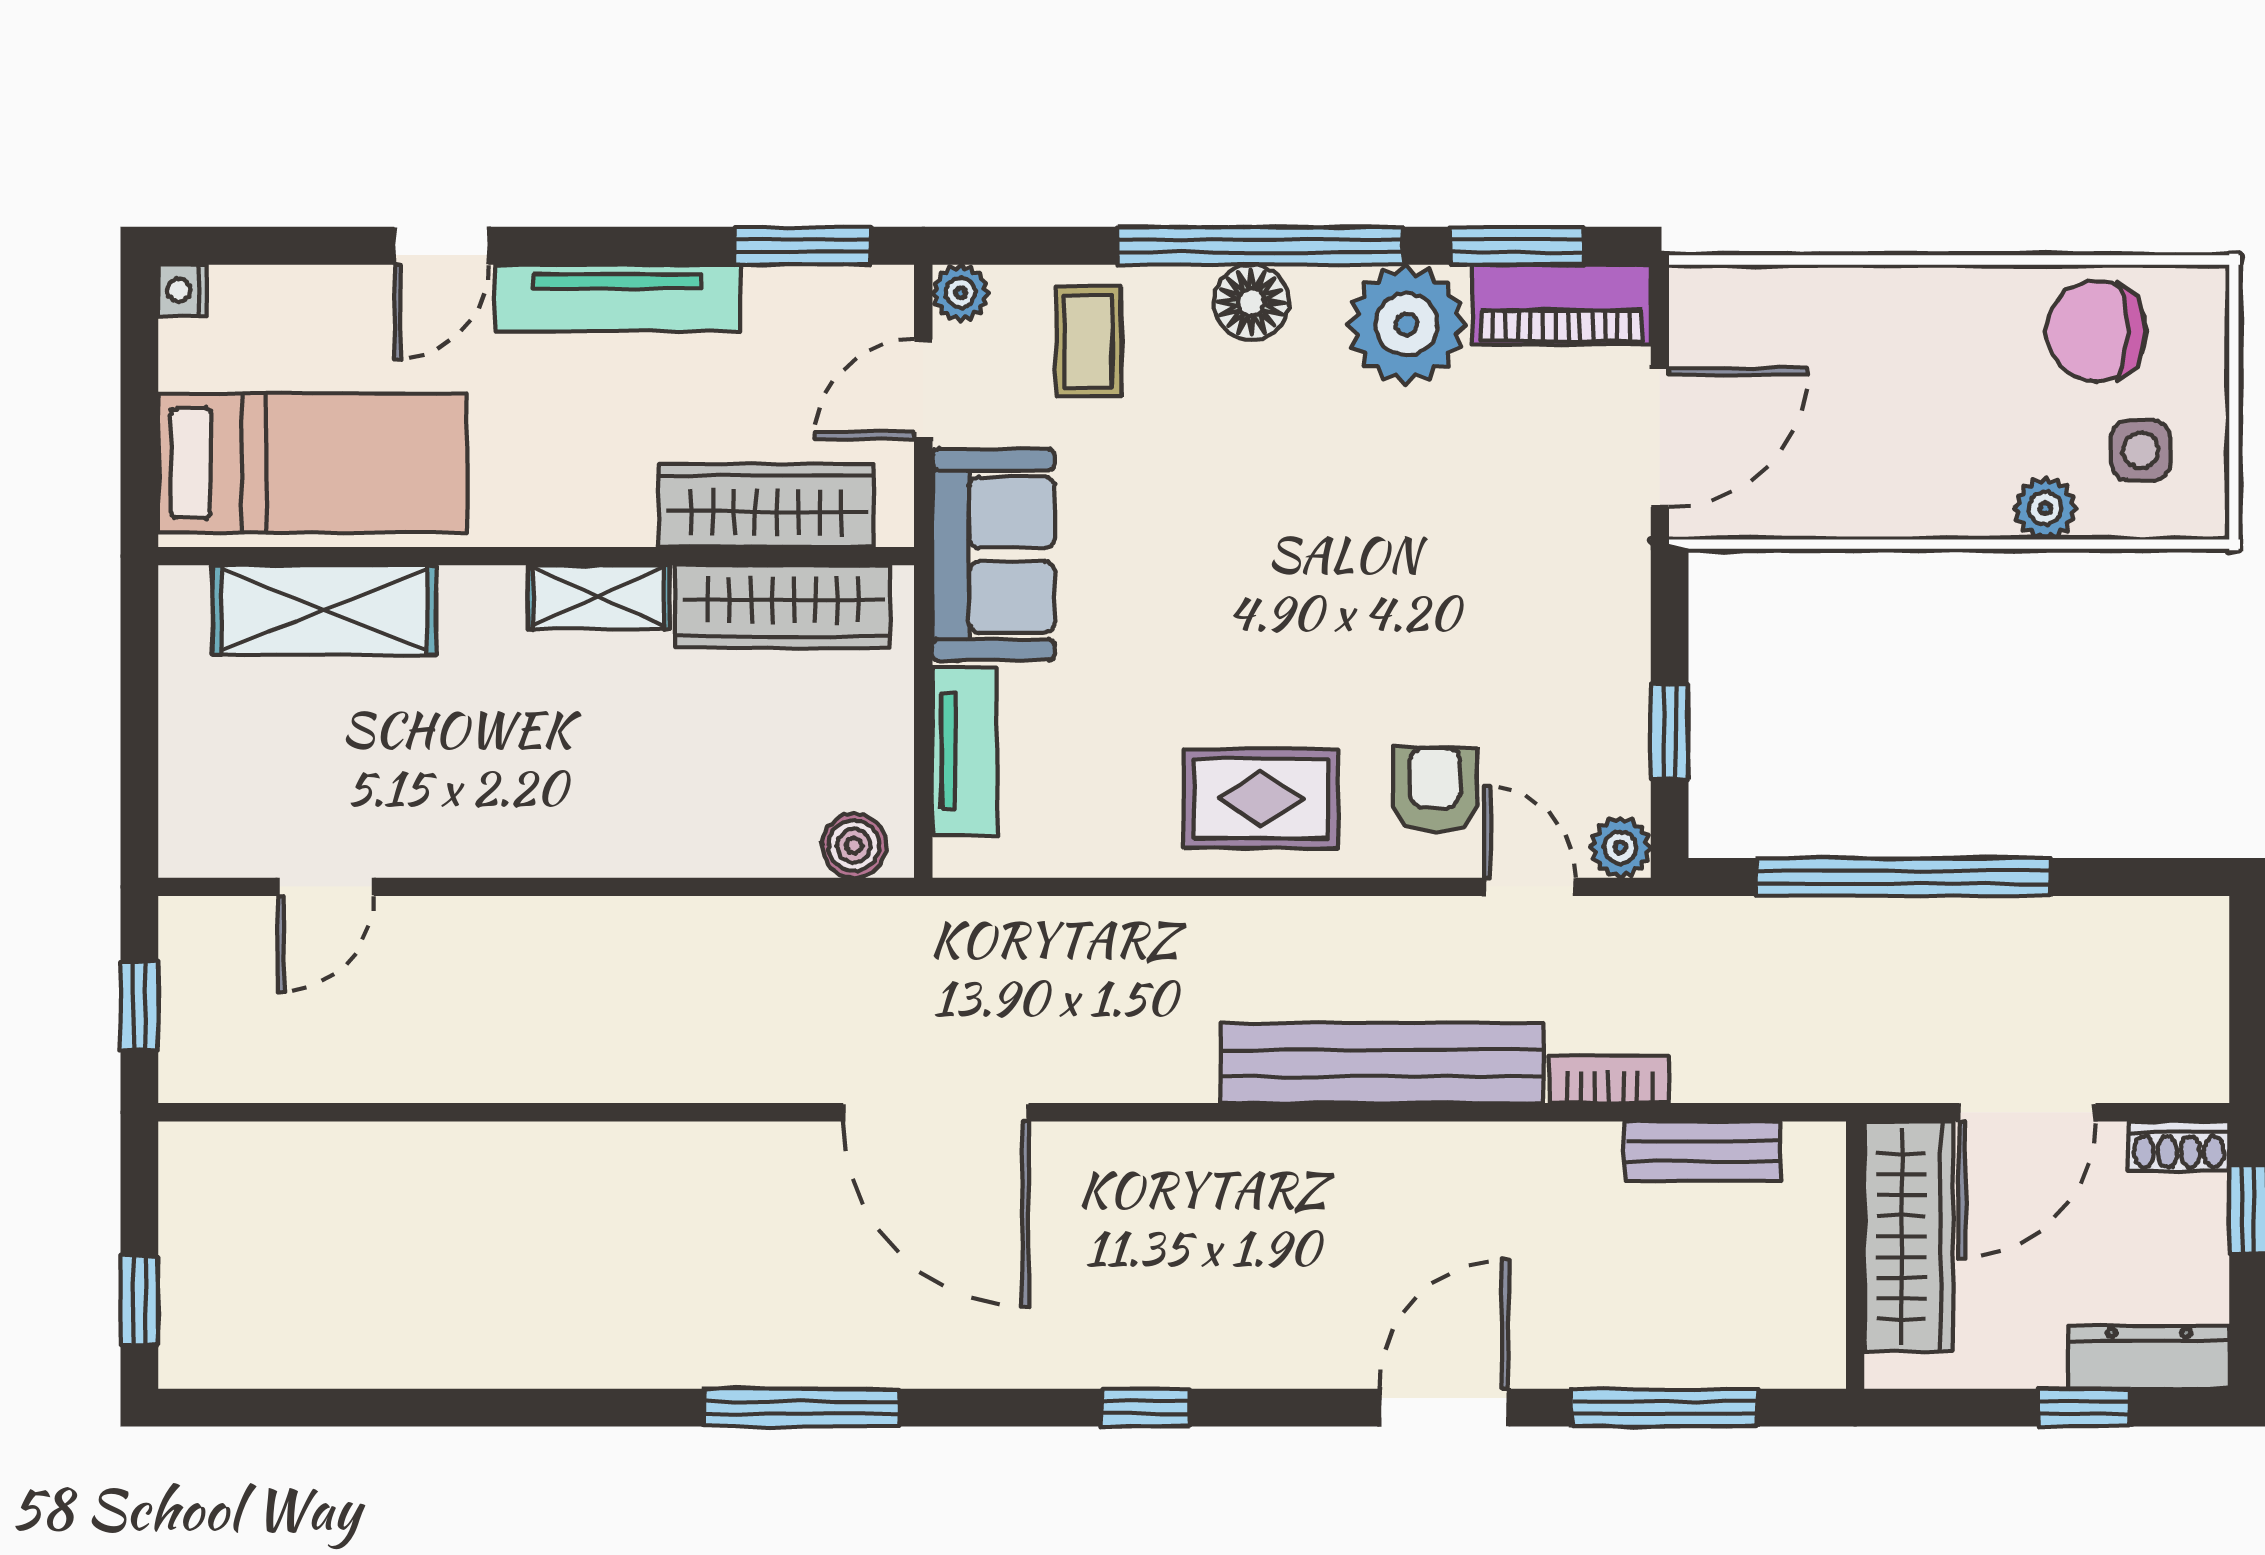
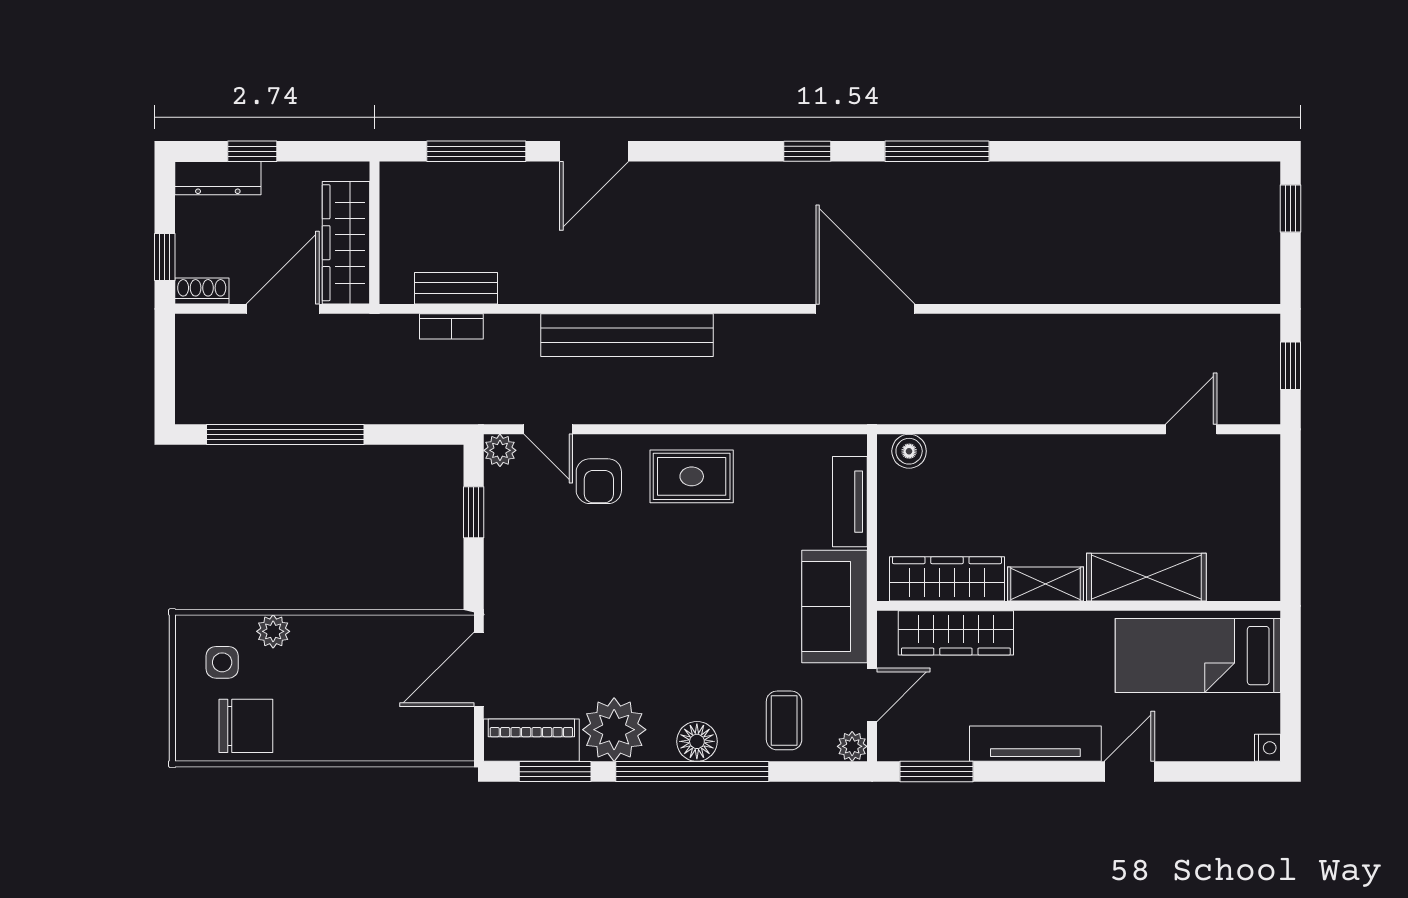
shelving: (324, 610) -> (1146, 577), moved
window: (1904, 877) -> (285, 435), moved
bookcase: (1609, 1079) -> (451, 326), moved
window: (1146, 1408) -> (807, 151), moved

